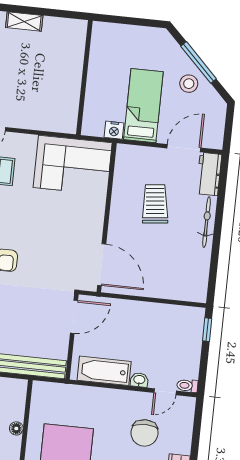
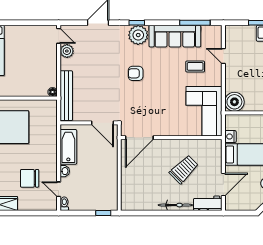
boiler: (63, 119) -> (234, 102), added
door: (184, 148) -> (223, 185), hinge flipped
trolley: (155, 204) -> (184, 169), turned -39
floor lamp: (16, 428) -> (53, 92), moved

